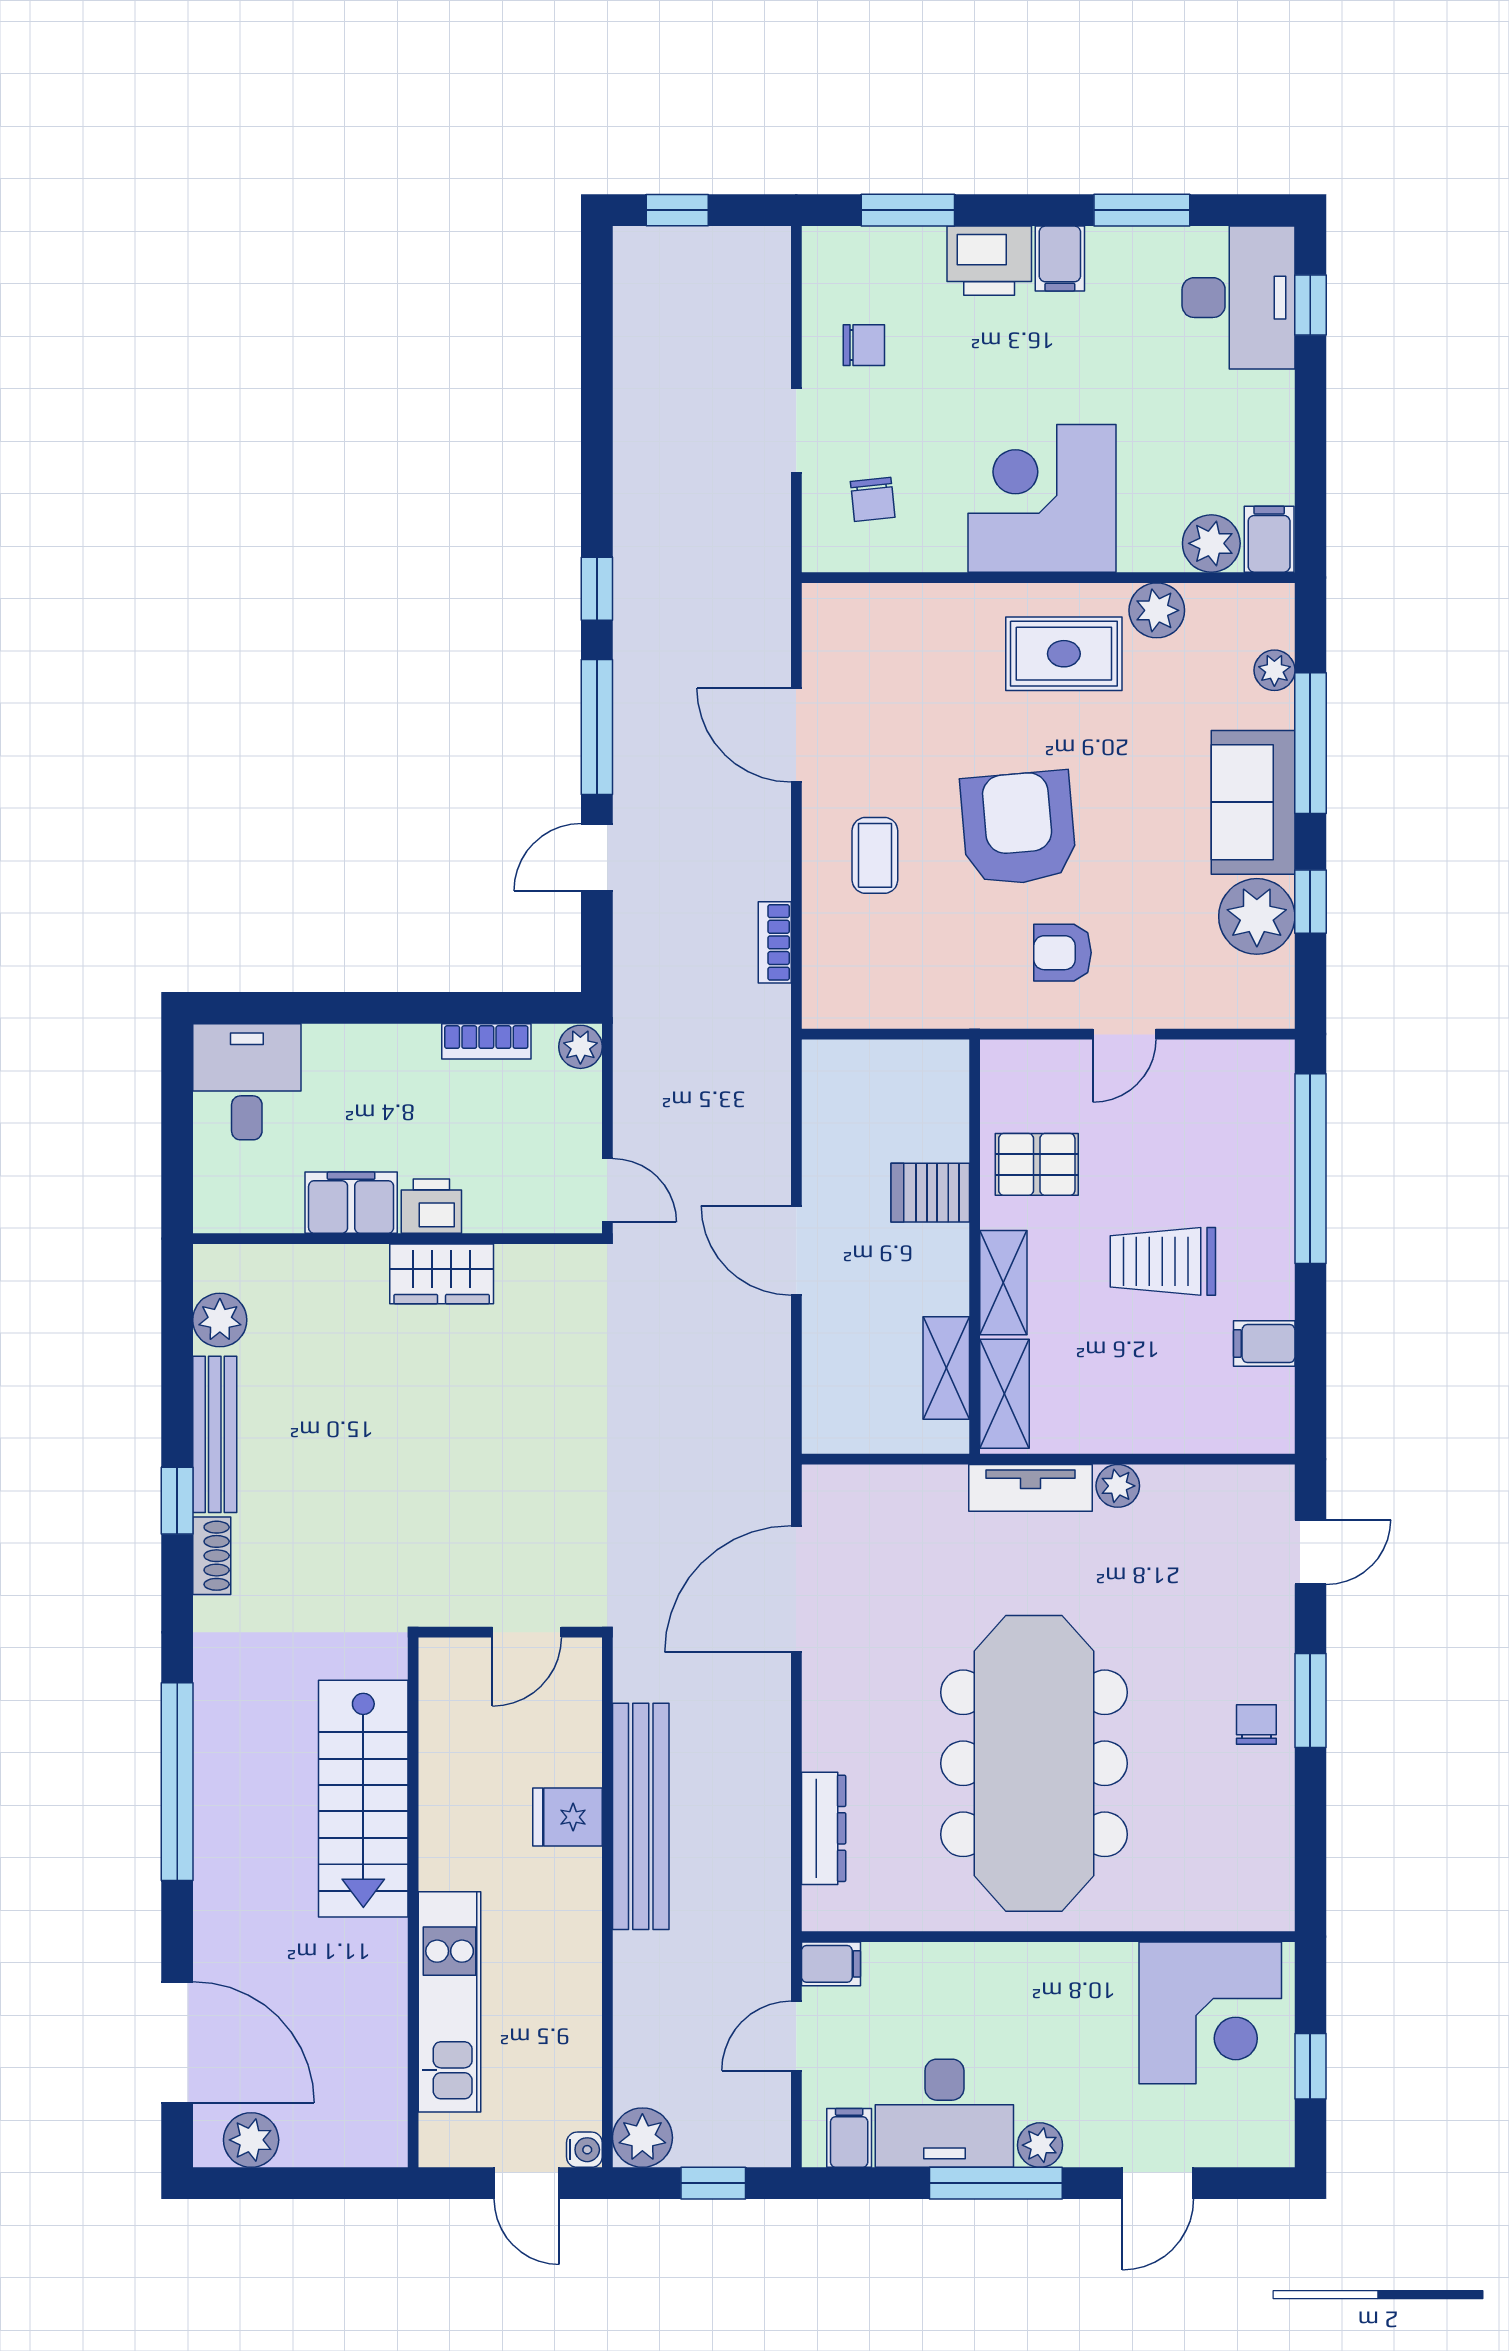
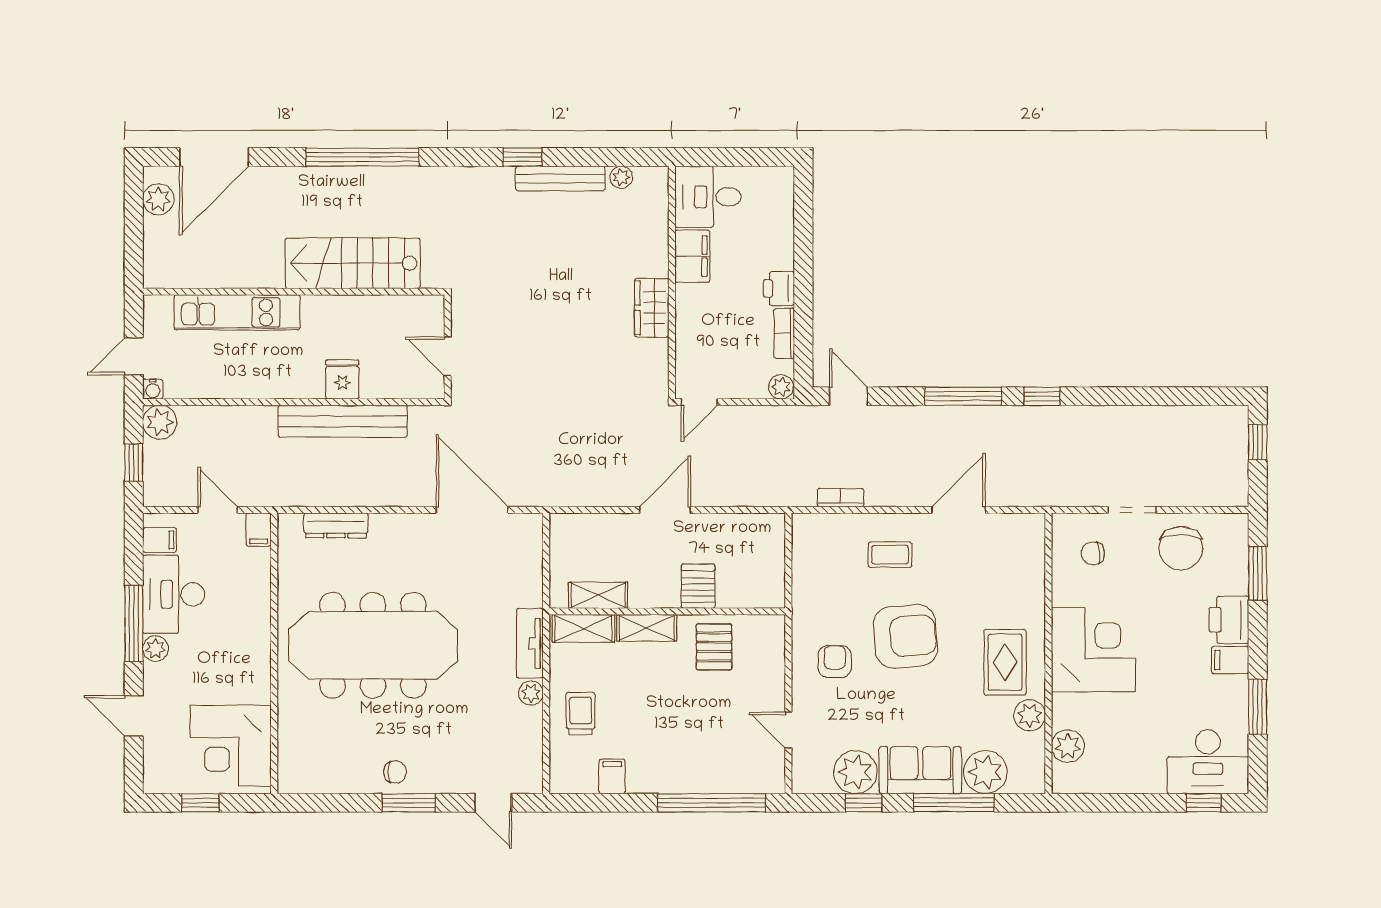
chair: (864, 345) -> (1181, 548), width x1.87, depth x1.87
filing cabinet: (1269, 539) -> (1070, 779), removed
plant: (1274, 670) -> (985, 772), width x1.88, depth x1.88
door: (597, 857) -> (848, 396), moved
door: (1124, 1034) -> (788, 730), moved
desk: (247, 1082) -> (708, 197), moved, turned 180
printer: (431, 1206) -> (779, 288), moved, turned 180
trolley: (1163, 1261) -> (581, 714), moved, width x0.73, depth x0.72
plant: (220, 1320) -> (621, 177), width x0.73, depth x0.73
shoe rack: (212, 1556) -> (491, 177), removed

